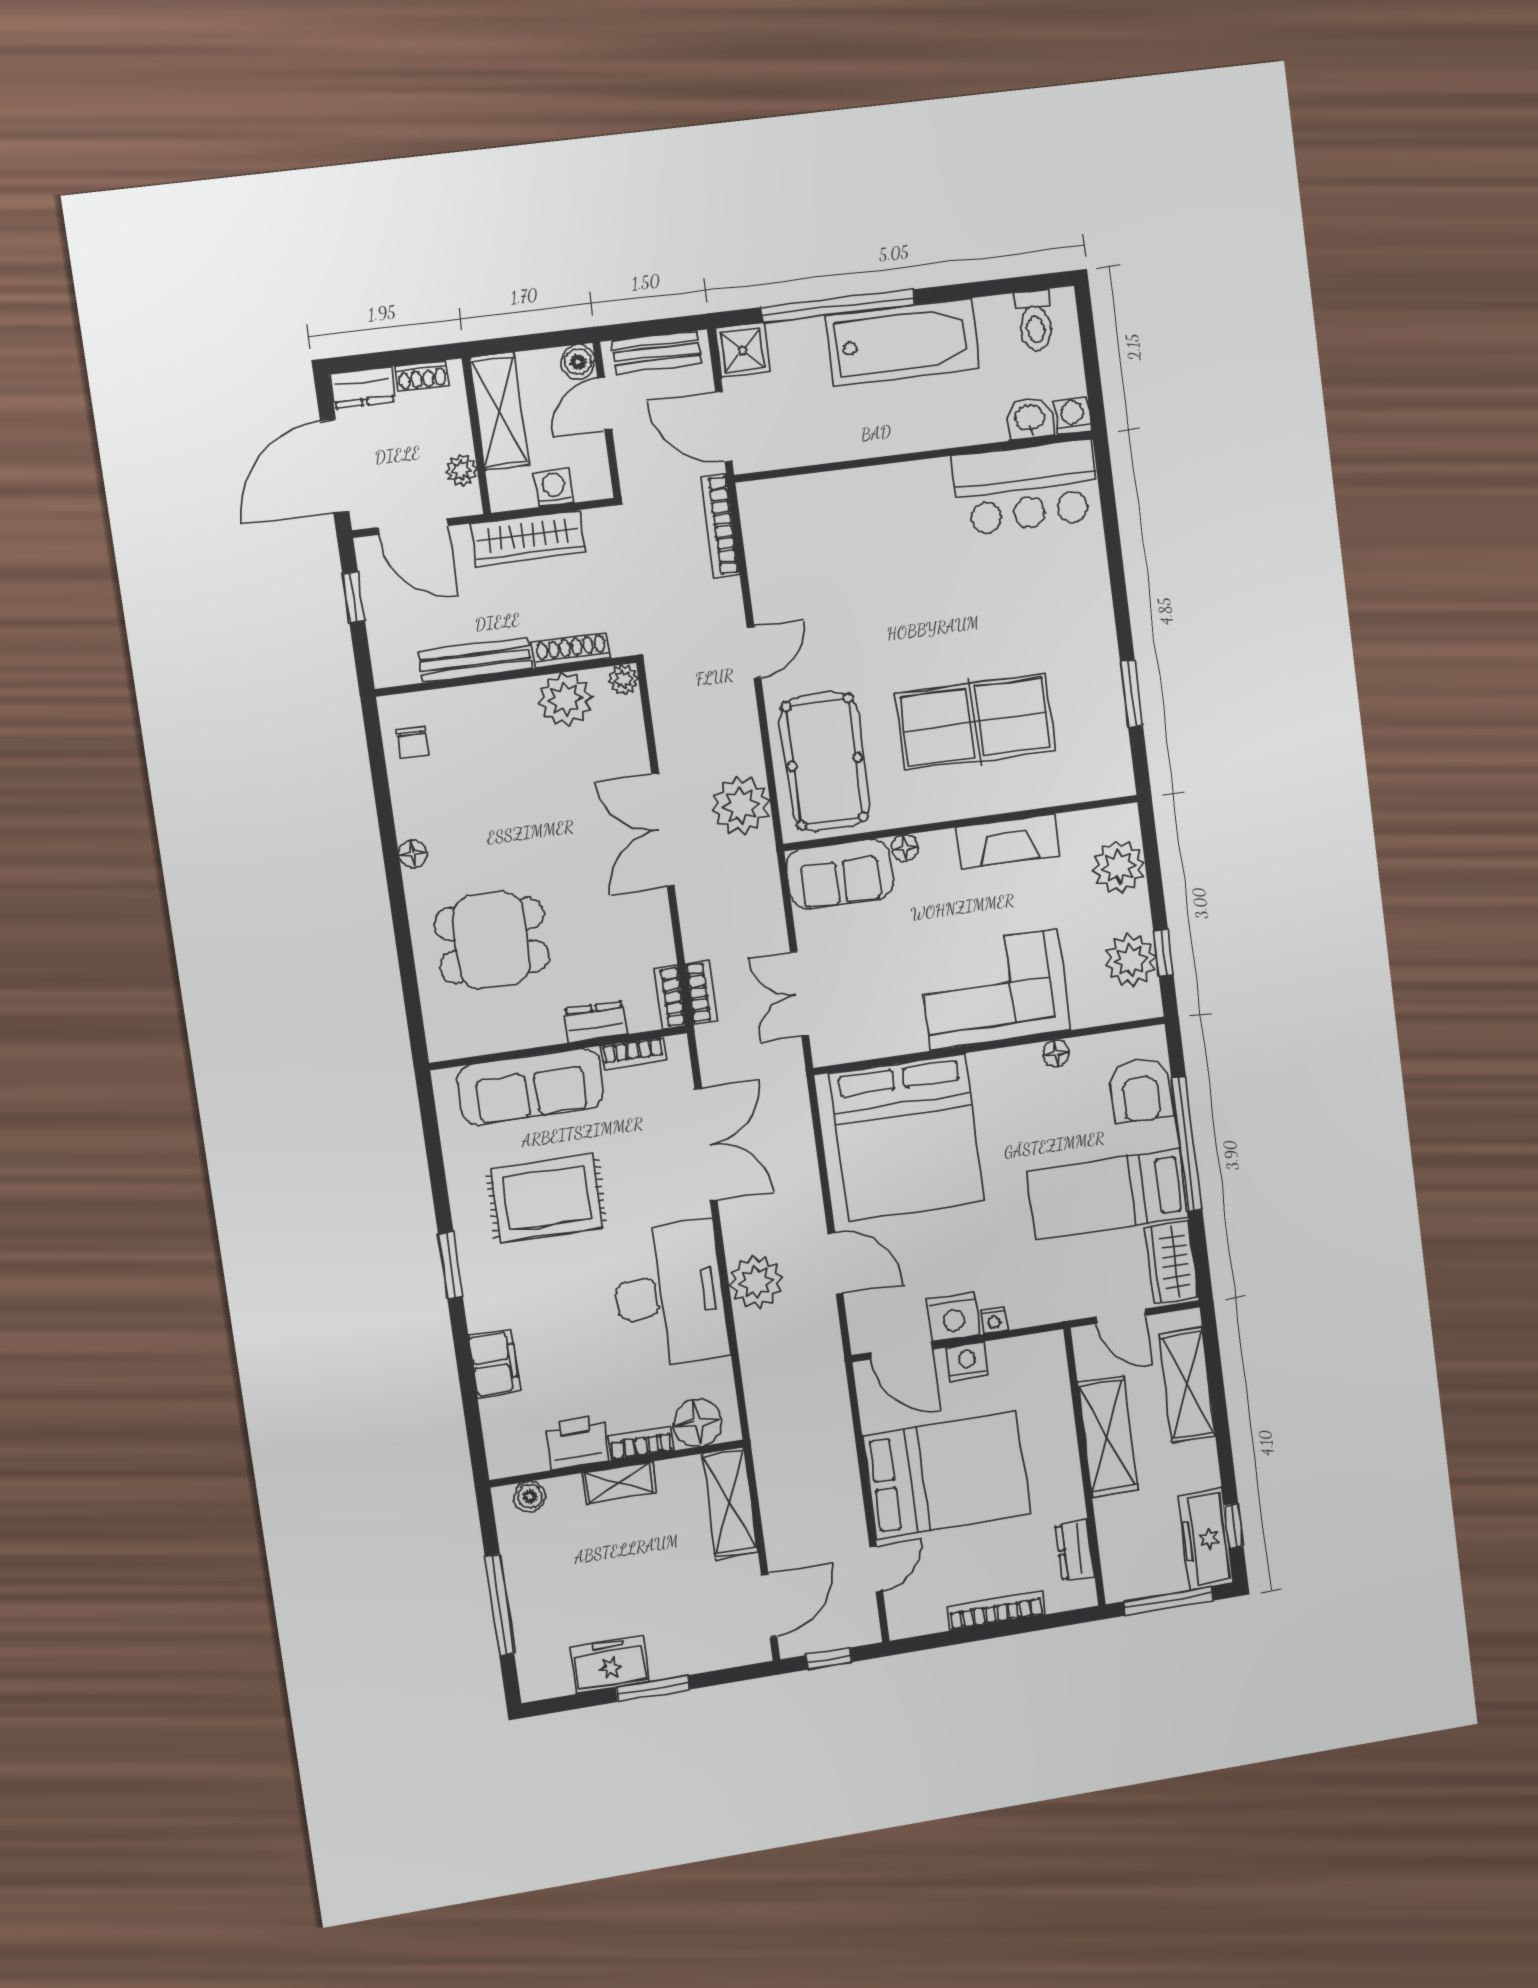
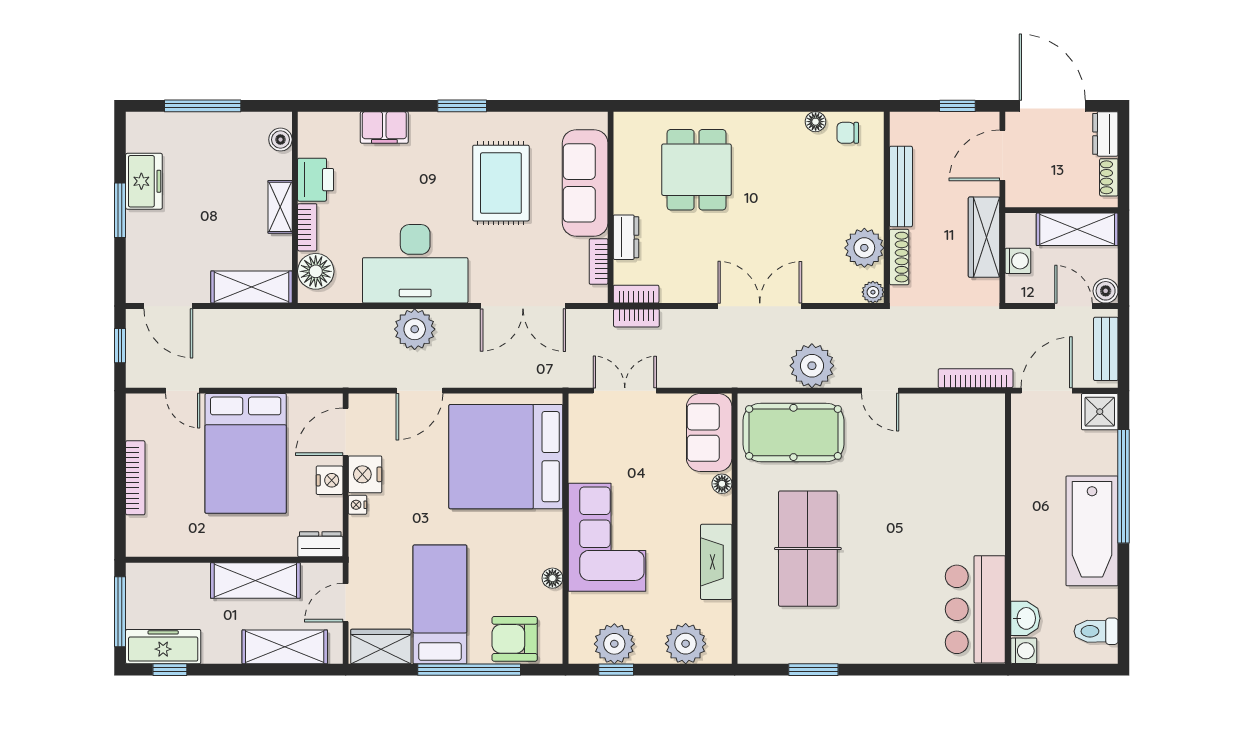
plant: (461, 470) -> (1038, 196), removed
plant: (741, 805) -> (812, 366), moved
floor lamp: (413, 854) -> (816, 122), moved
dresser: (1075, 1550) -> (320, 544), moved

